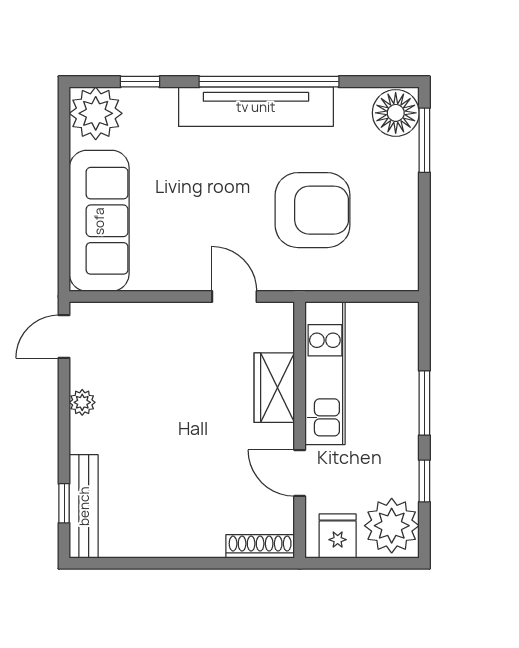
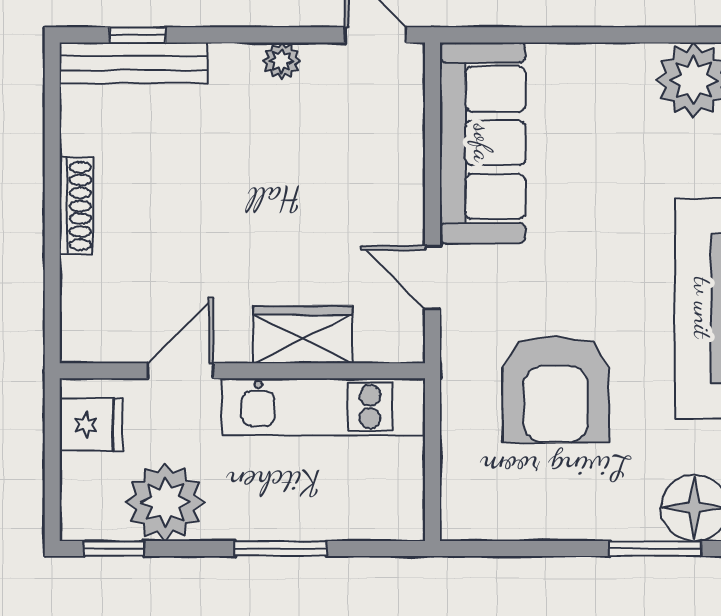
sofa: (99, 221) -> (483, 143), moved, turned -90
door: (234, 296) -> (433, 278), swing flipped
window: (424, 481) -> (114, 548), moved
plant: (392, 526) -> (165, 502), moved
shoe rack: (260, 546) -> (76, 206), moved

